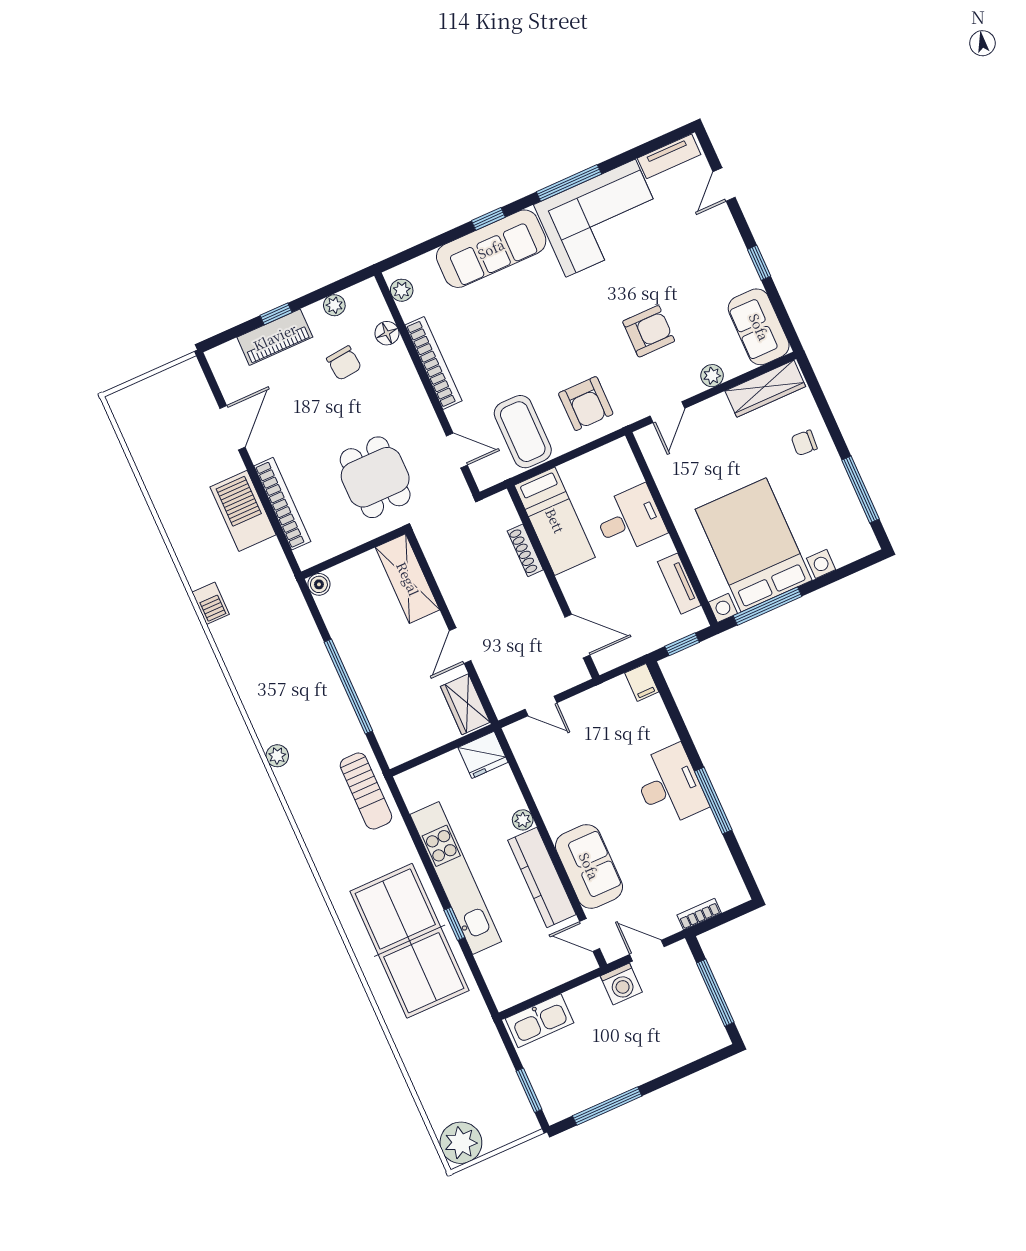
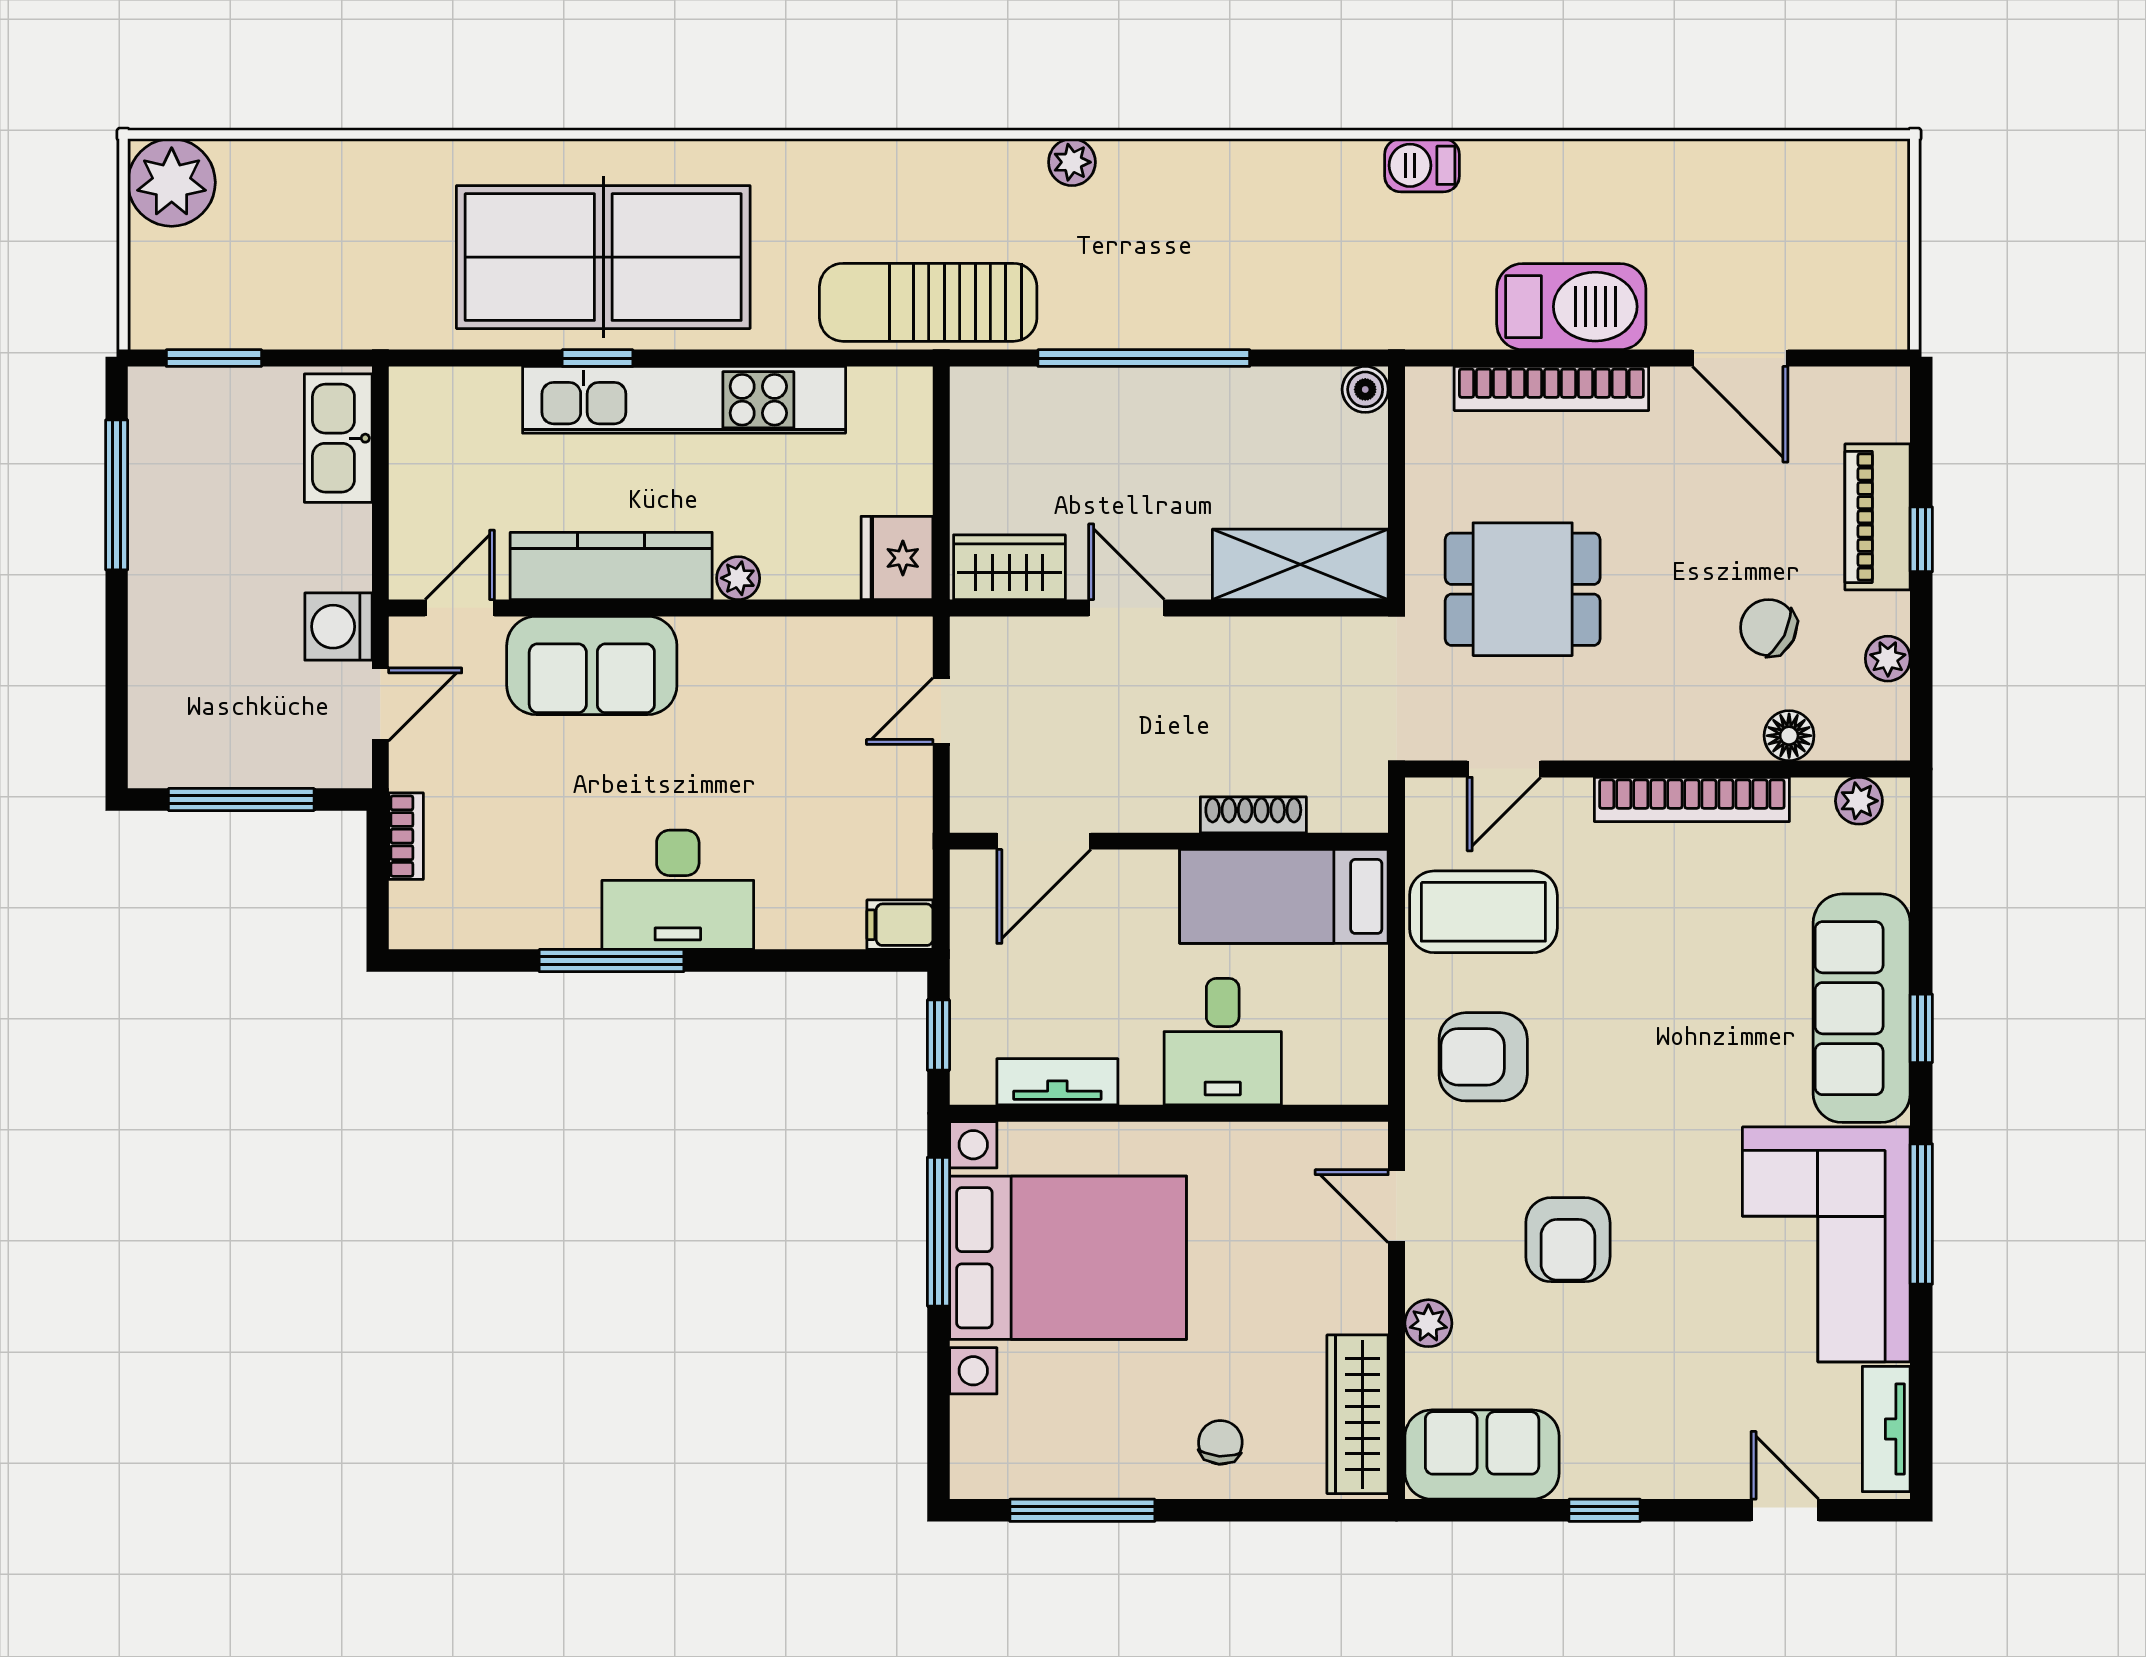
chair: (344, 363) -> (1768, 628), turned 33
sun lounger: (366, 791) -> (928, 302), width x1.36, depth x1.34

